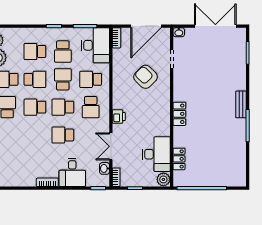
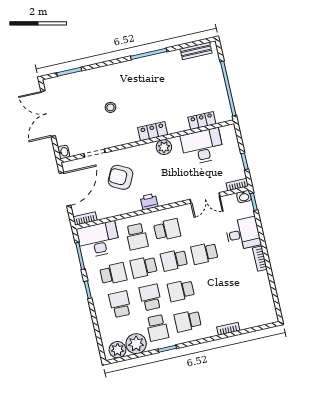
door: (146, 26) -> (65, 189), hinge flipped
school desk: (35, 52) -> (120, 304), turned 180
armchair: (146, 77) -> (121, 177), turned 73
stool: (208, 82) -> (110, 107), added
bench: (241, 104) -> (196, 51), moved
school desk: (35, 107) -> (181, 291), turned 90
school desk: (63, 107) -> (174, 260), turned 90
printer: (119, 117) -> (149, 202), moved
school desk: (63, 135) -> (204, 253), turned 90
washbasin: (105, 168) -> (244, 197), moved
plant: (163, 179) -> (164, 147), moved

